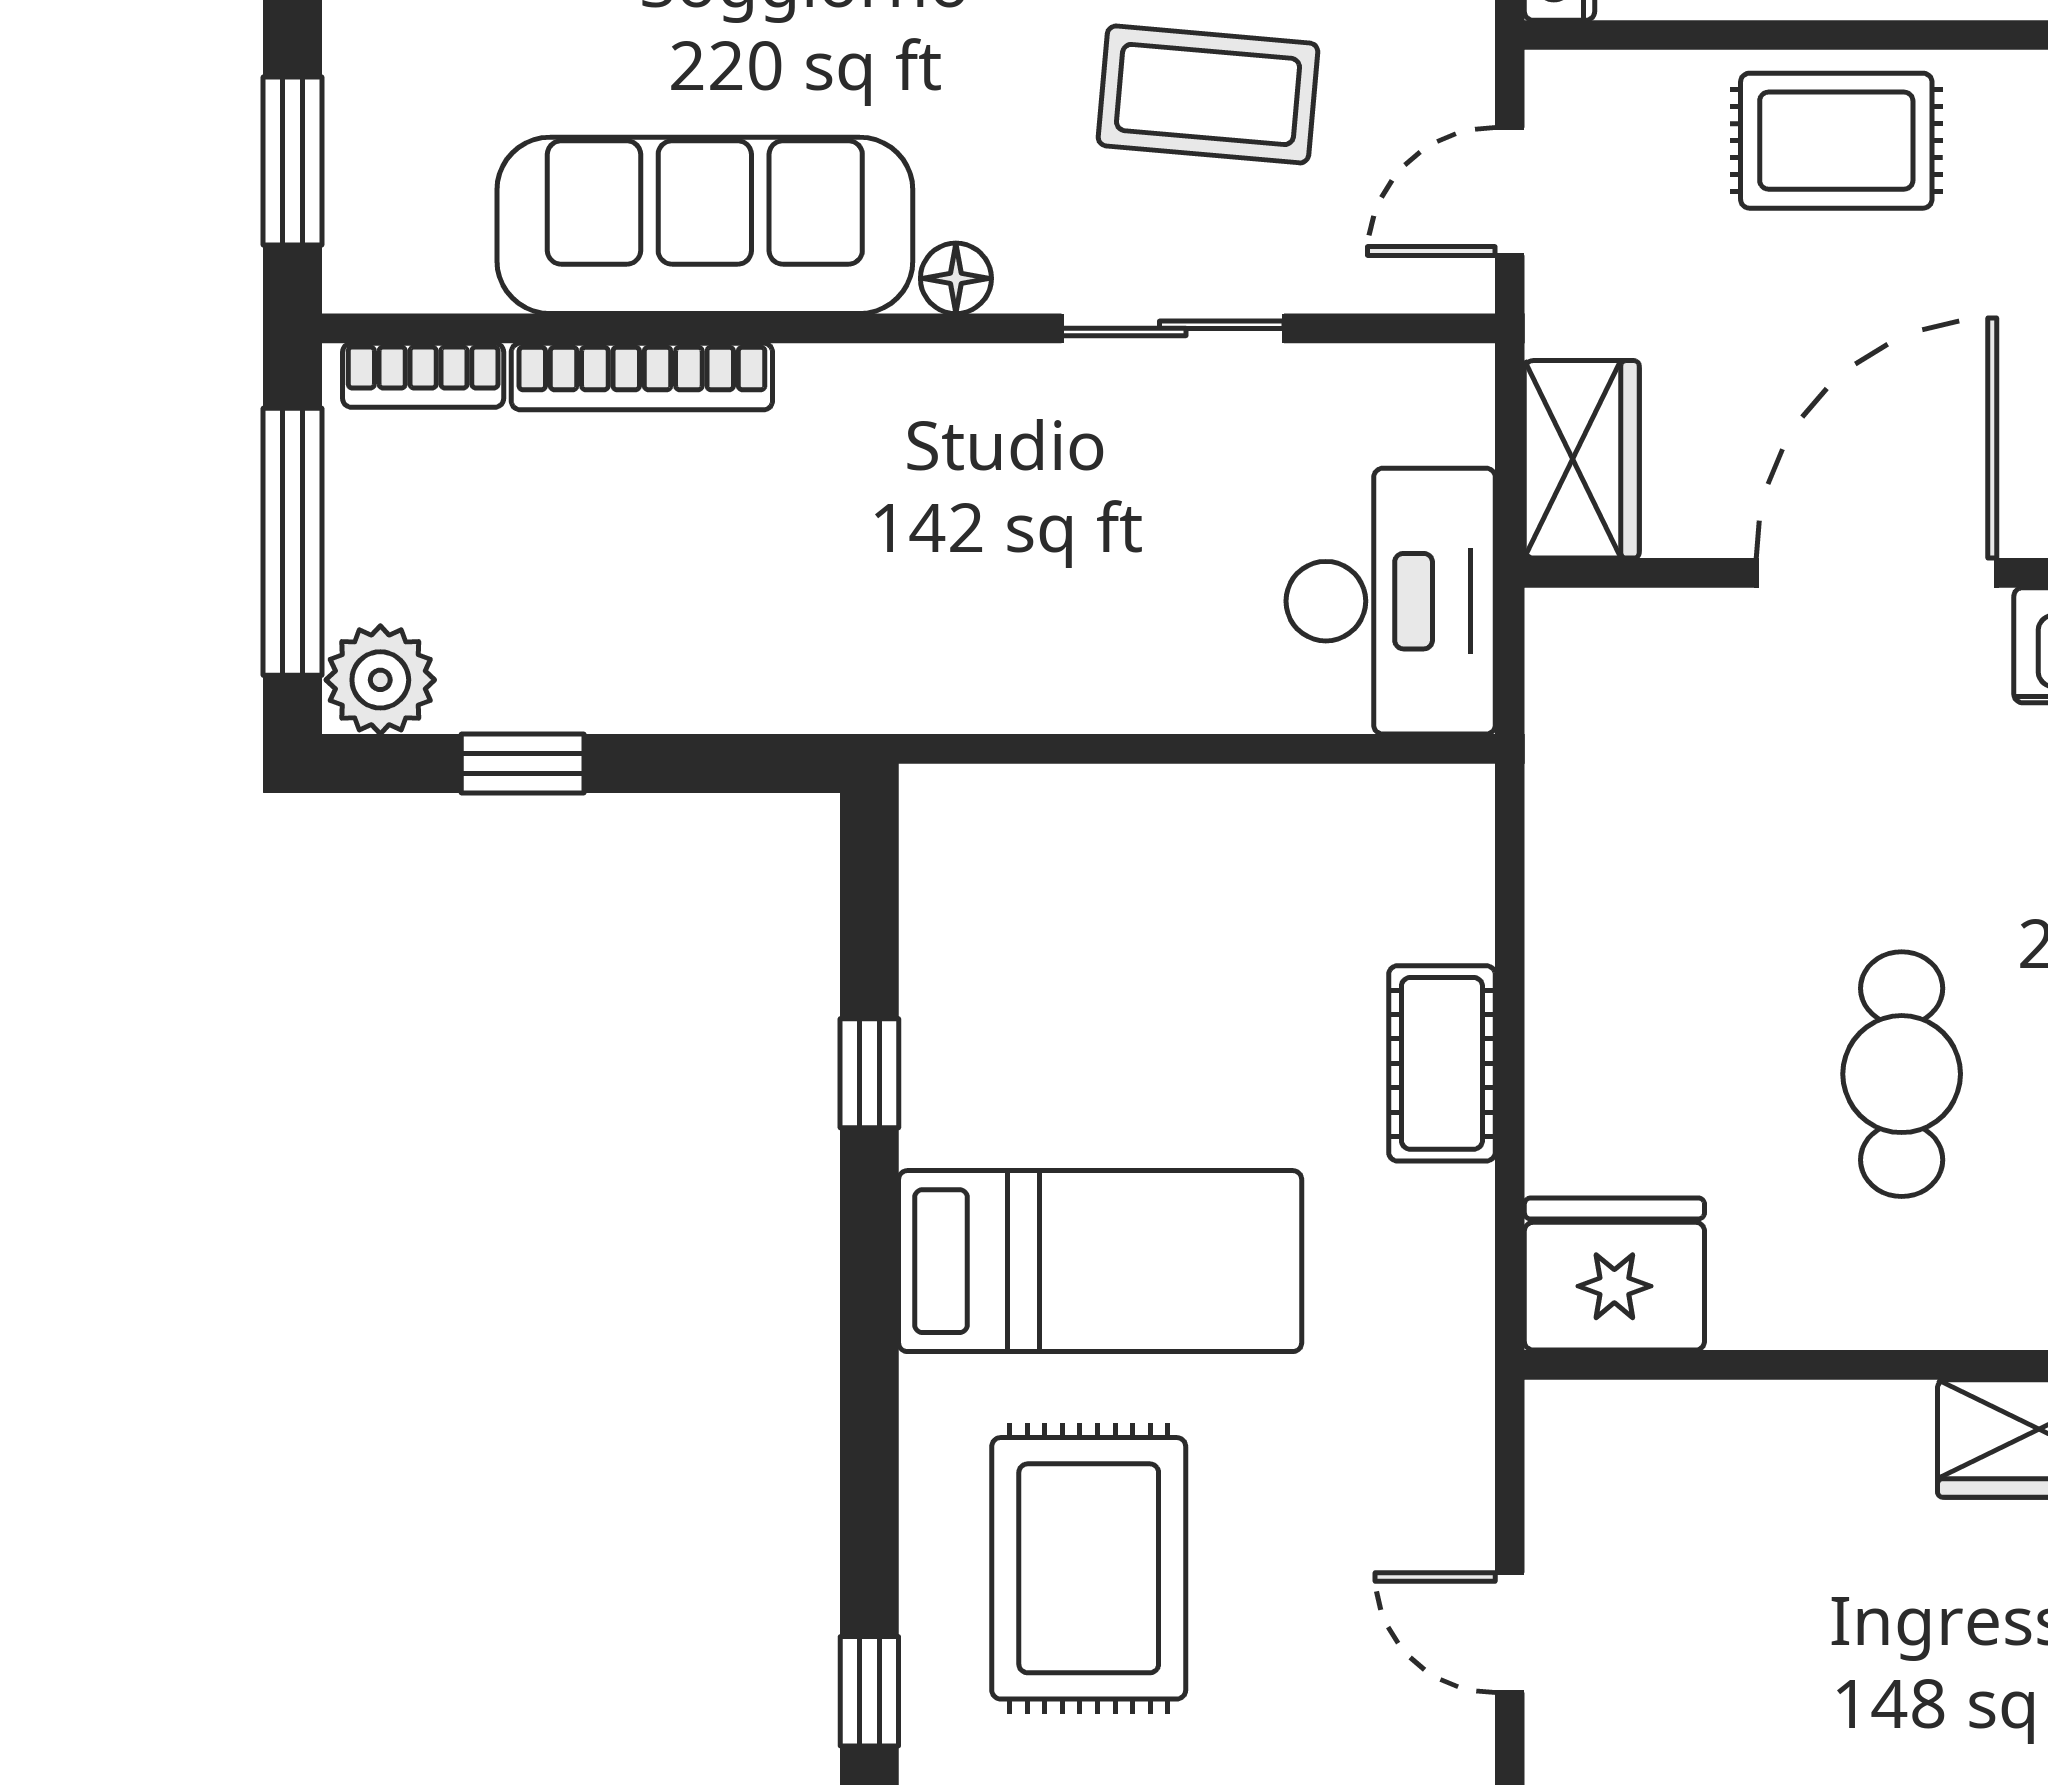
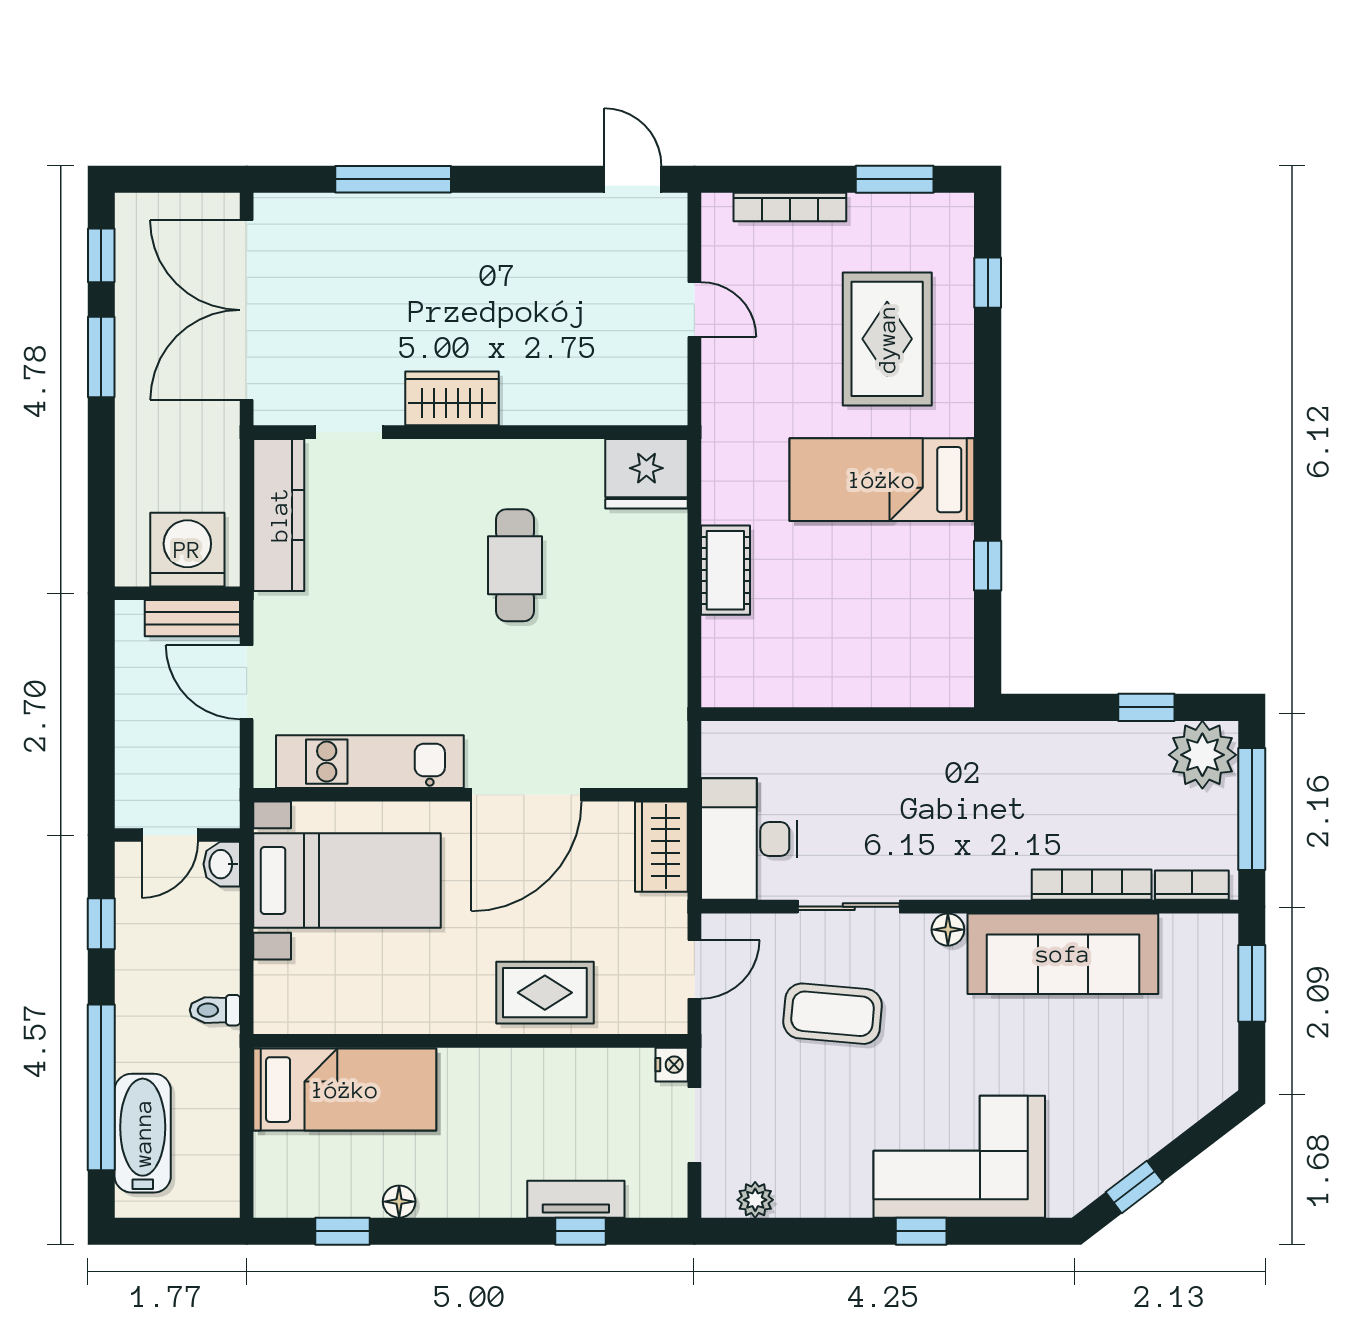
desk: (1391, 601) -> (749, 839), moved
plant: (380, 680) -> (1202, 755), width x1.36, depth x1.36

